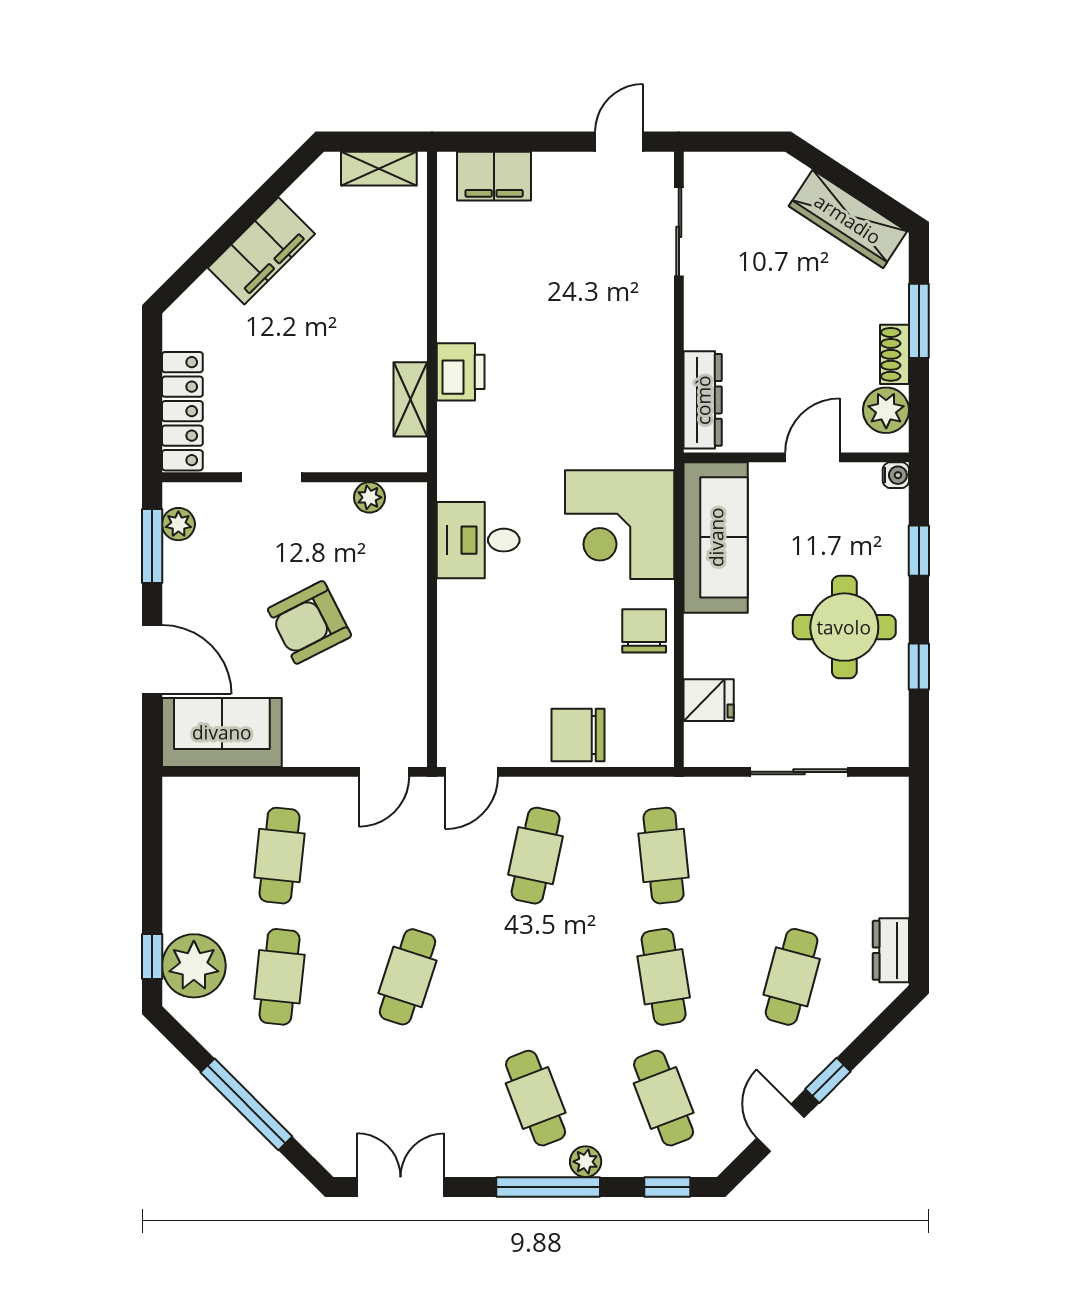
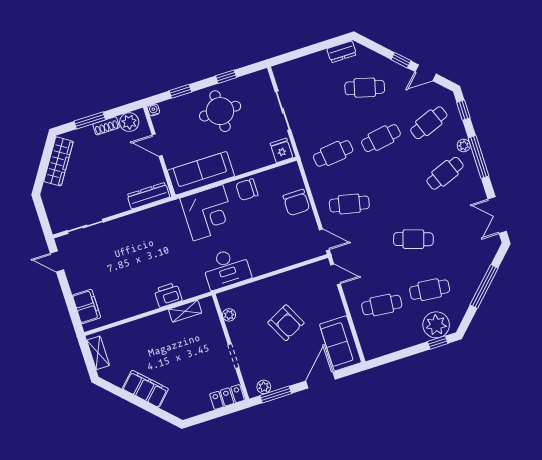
locker: (182, 411) -> (227, 397), width x0.66
desk: (478, 540) -> (226, 268), width x1.37
fridge: (709, 700) -> (281, 150), moved

